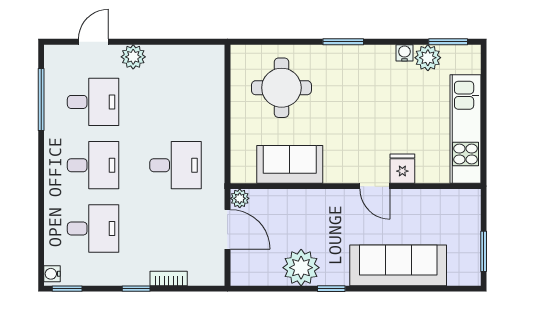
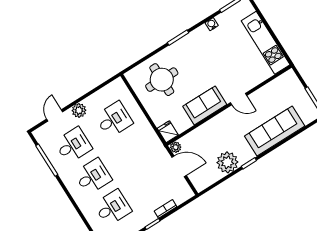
plant: (428, 58) -> (225, 19), removed
sofa: (290, 164) -> (205, 105), moved
desk: (176, 165) -> (114, 120), moved
fridge: (402, 169) -> (168, 132), moved

